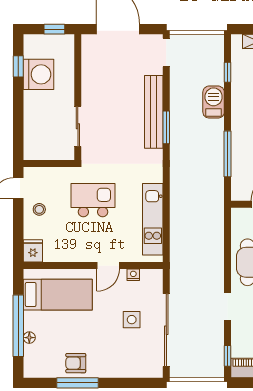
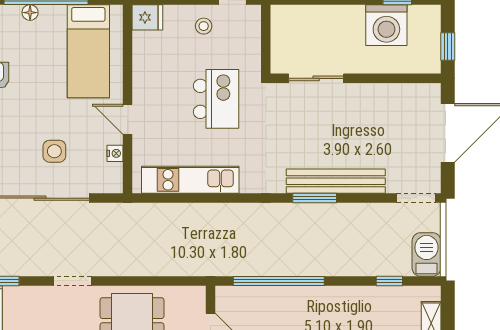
barbecue: (214, 102) -> (427, 254), moved, turned -90
window: (228, 154) -> (279, 281), width x1.46

